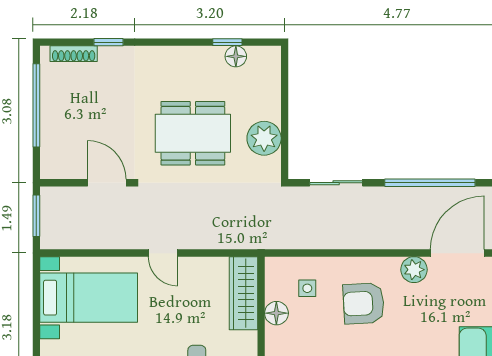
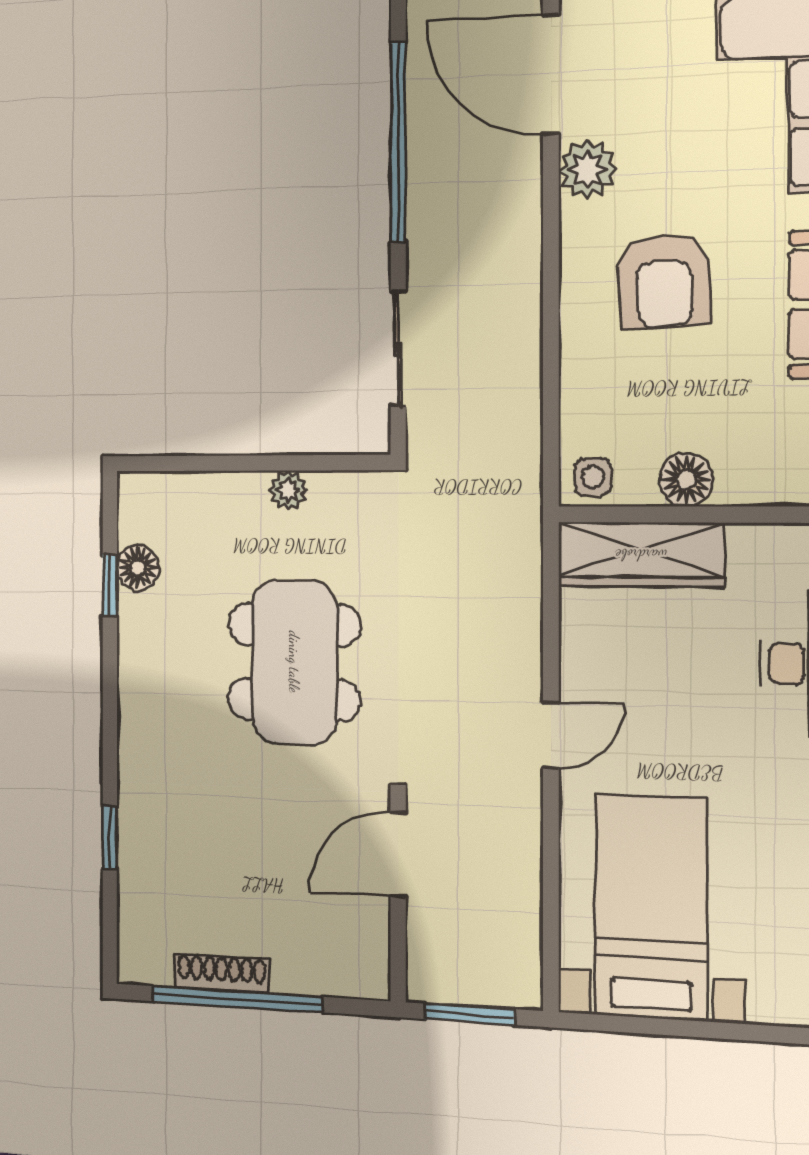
shoe rack: (74, 54) -> (222, 973), moved, turned -90
plant: (264, 138) -> (288, 490), width x0.53, depth x0.53
side table: (307, 288) -> (593, 477), moved

